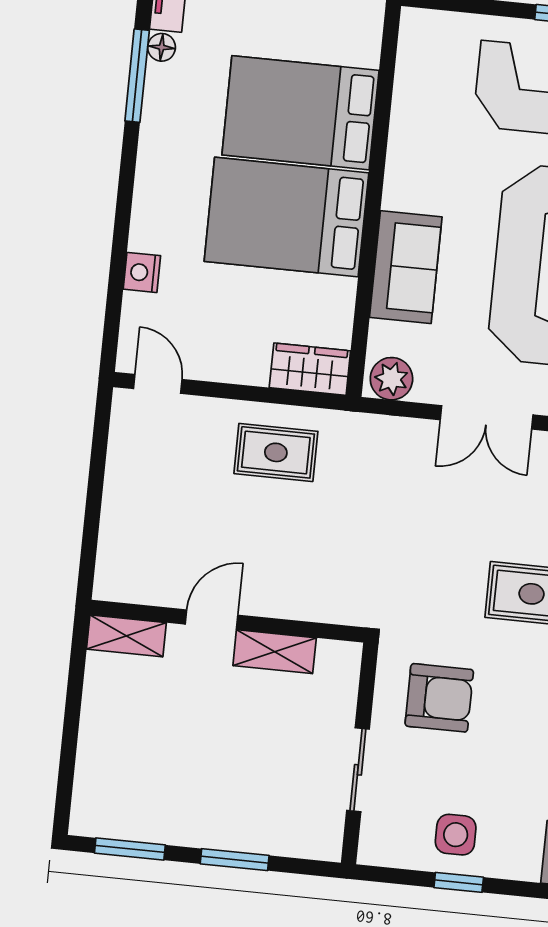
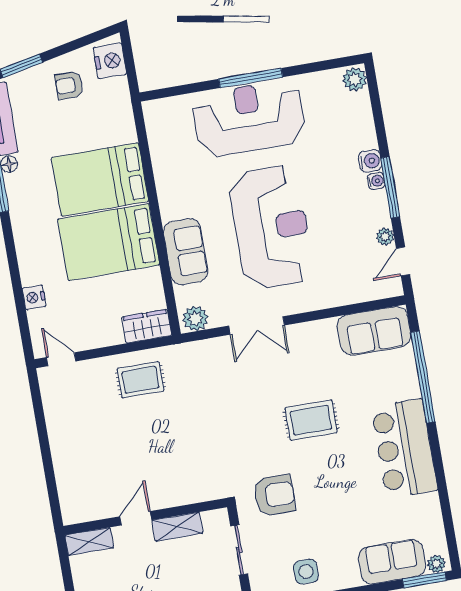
door: (212, 620) -> (136, 518), moved
wall: (227, 621) -> (145, 517), moved
shelving: (126, 636) -> (89, 541), moved
shelving: (275, 652) -> (177, 527), moved

